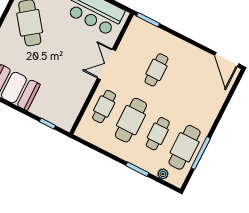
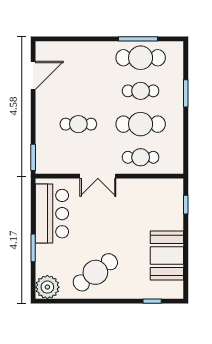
door: (227, 60) -> (33, 75), moved
plant: (163, 174) -> (178, 66), removed

